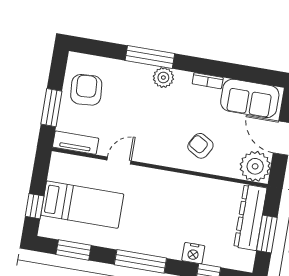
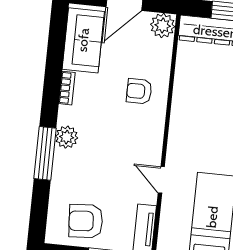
armchair: (200, 146) -> (139, 91), turned 60
plant: (255, 166) -> (163, 26), width x0.73, depth x0.73

